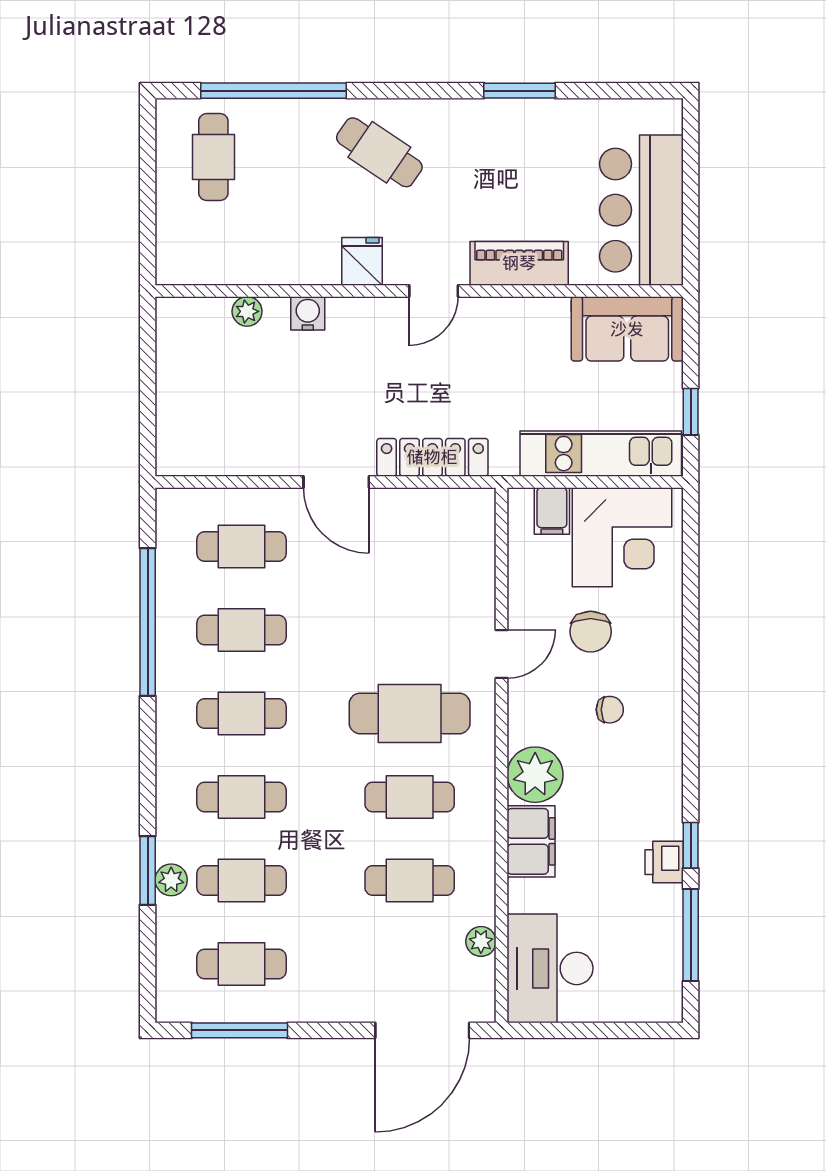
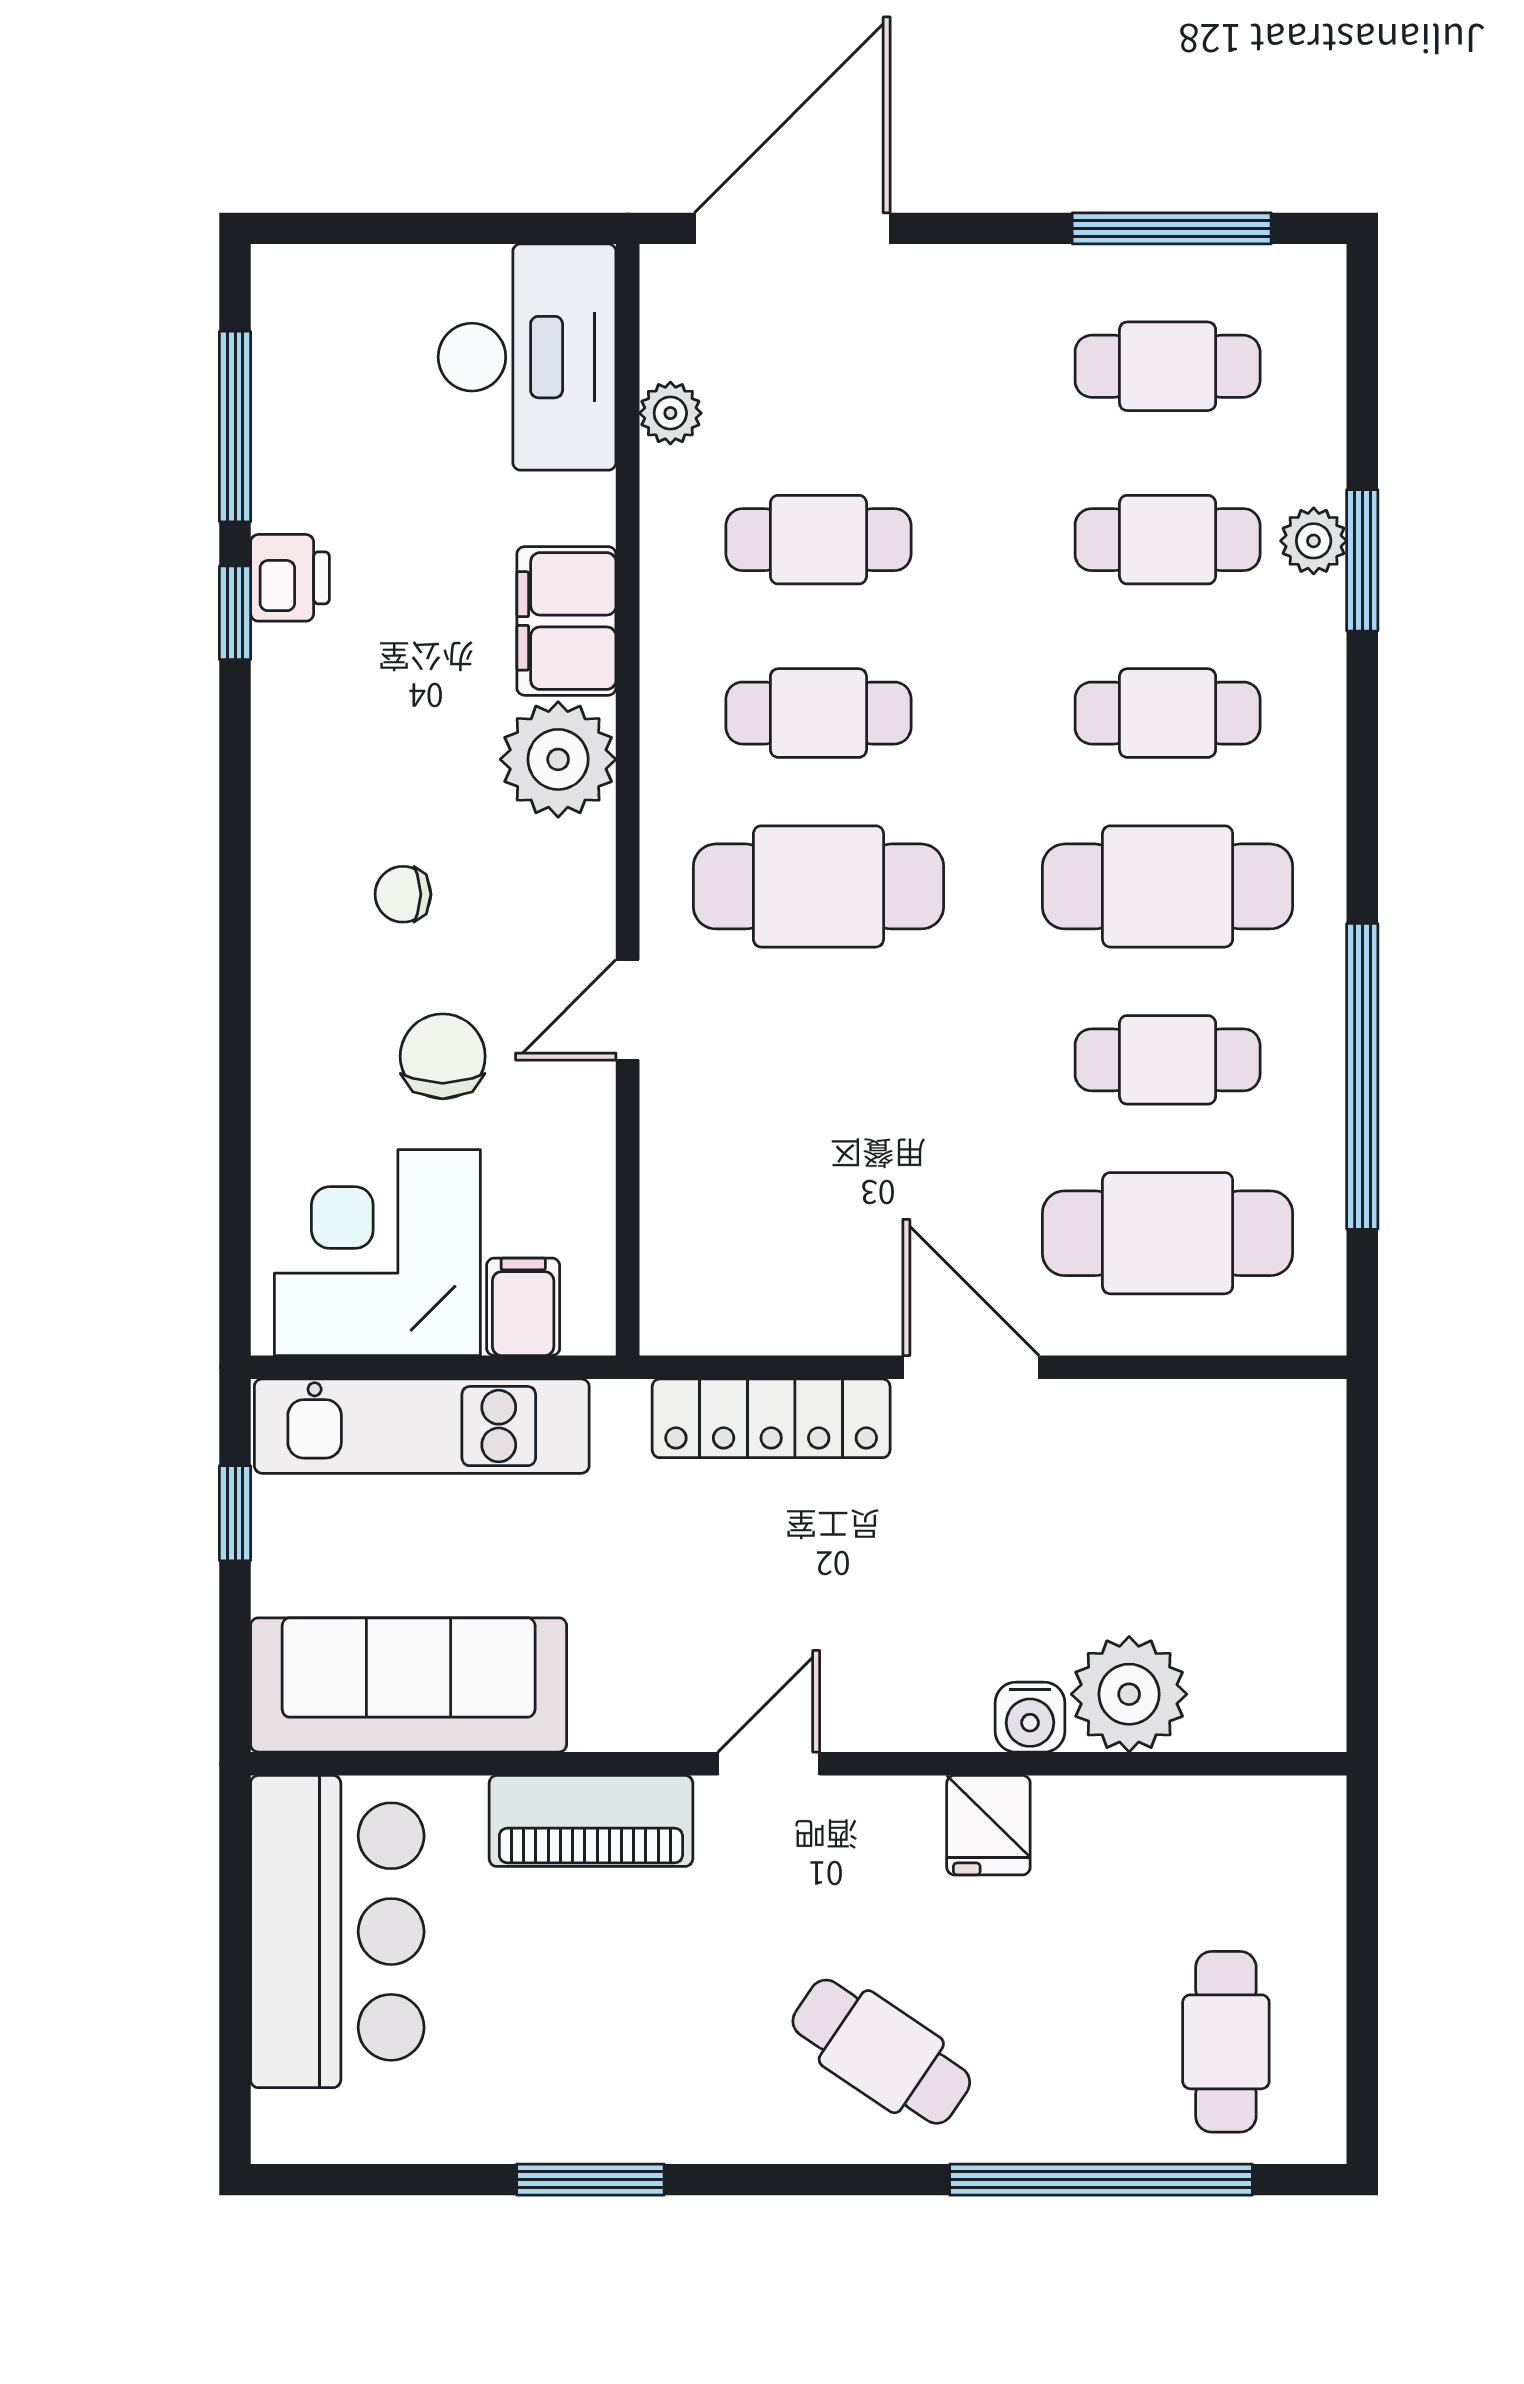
fridge: (362, 261) -> (988, 1825), moved
plant: (247, 311) -> (1129, 1694), width x1.87, depth x1.87
sofa: (627, 329) -> (409, 1685), width x1.36
cafe table: (242, 546) -> (1168, 1233), width x1.37, depth x1.35
cafe table: (242, 713) -> (1168, 886), width x1.37, depth x1.35

